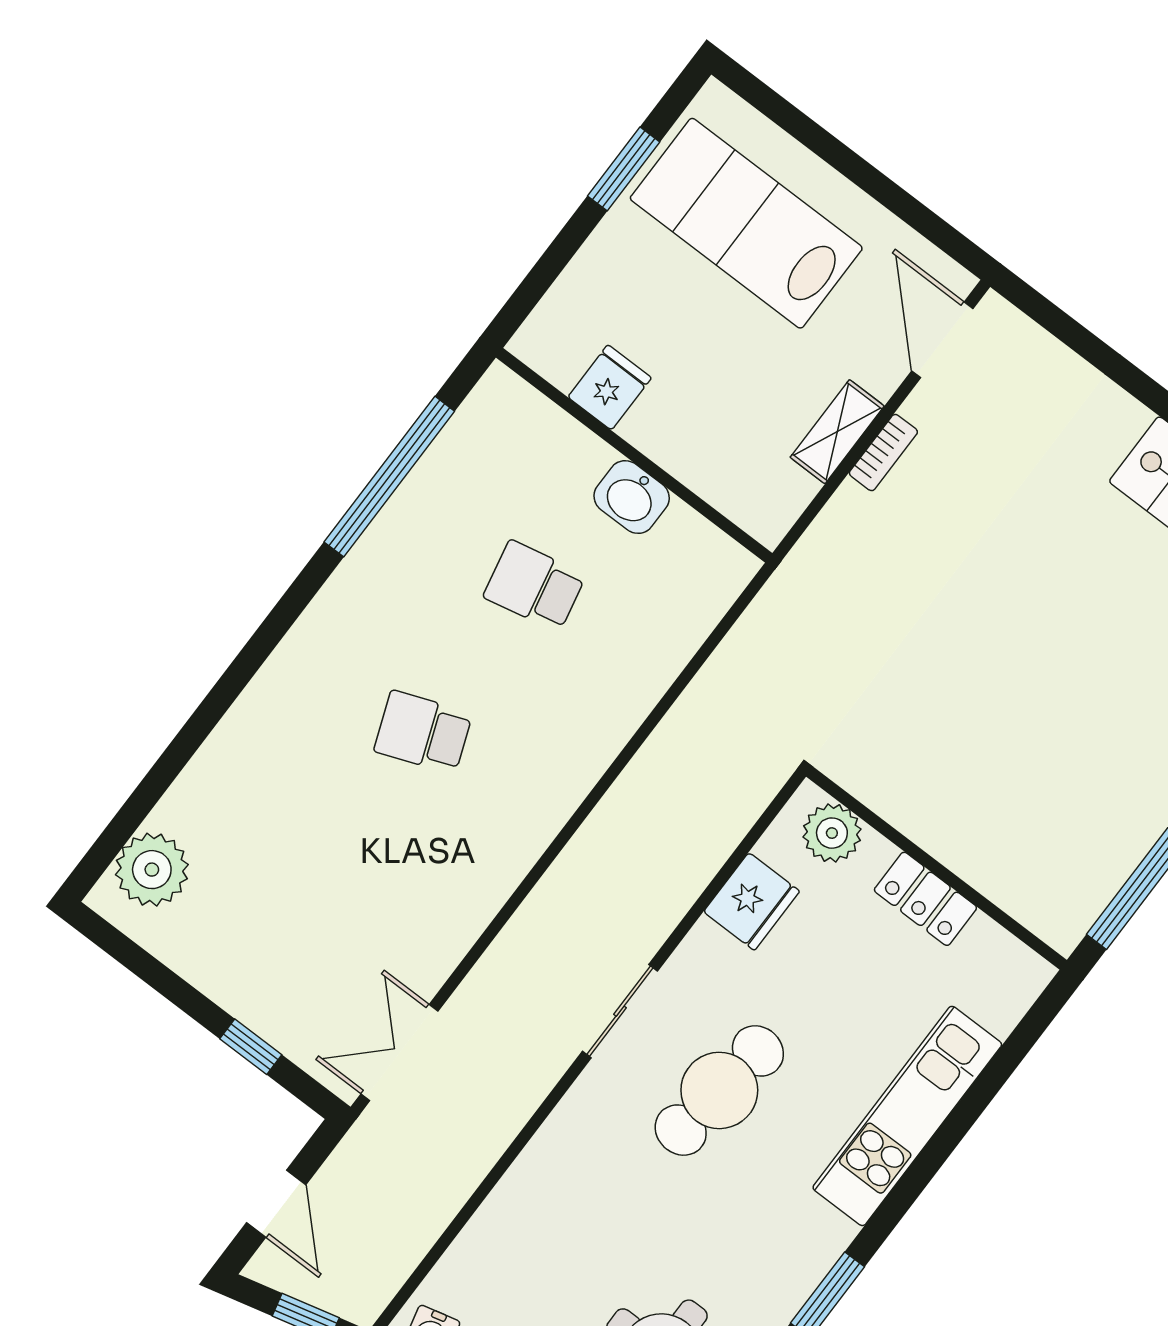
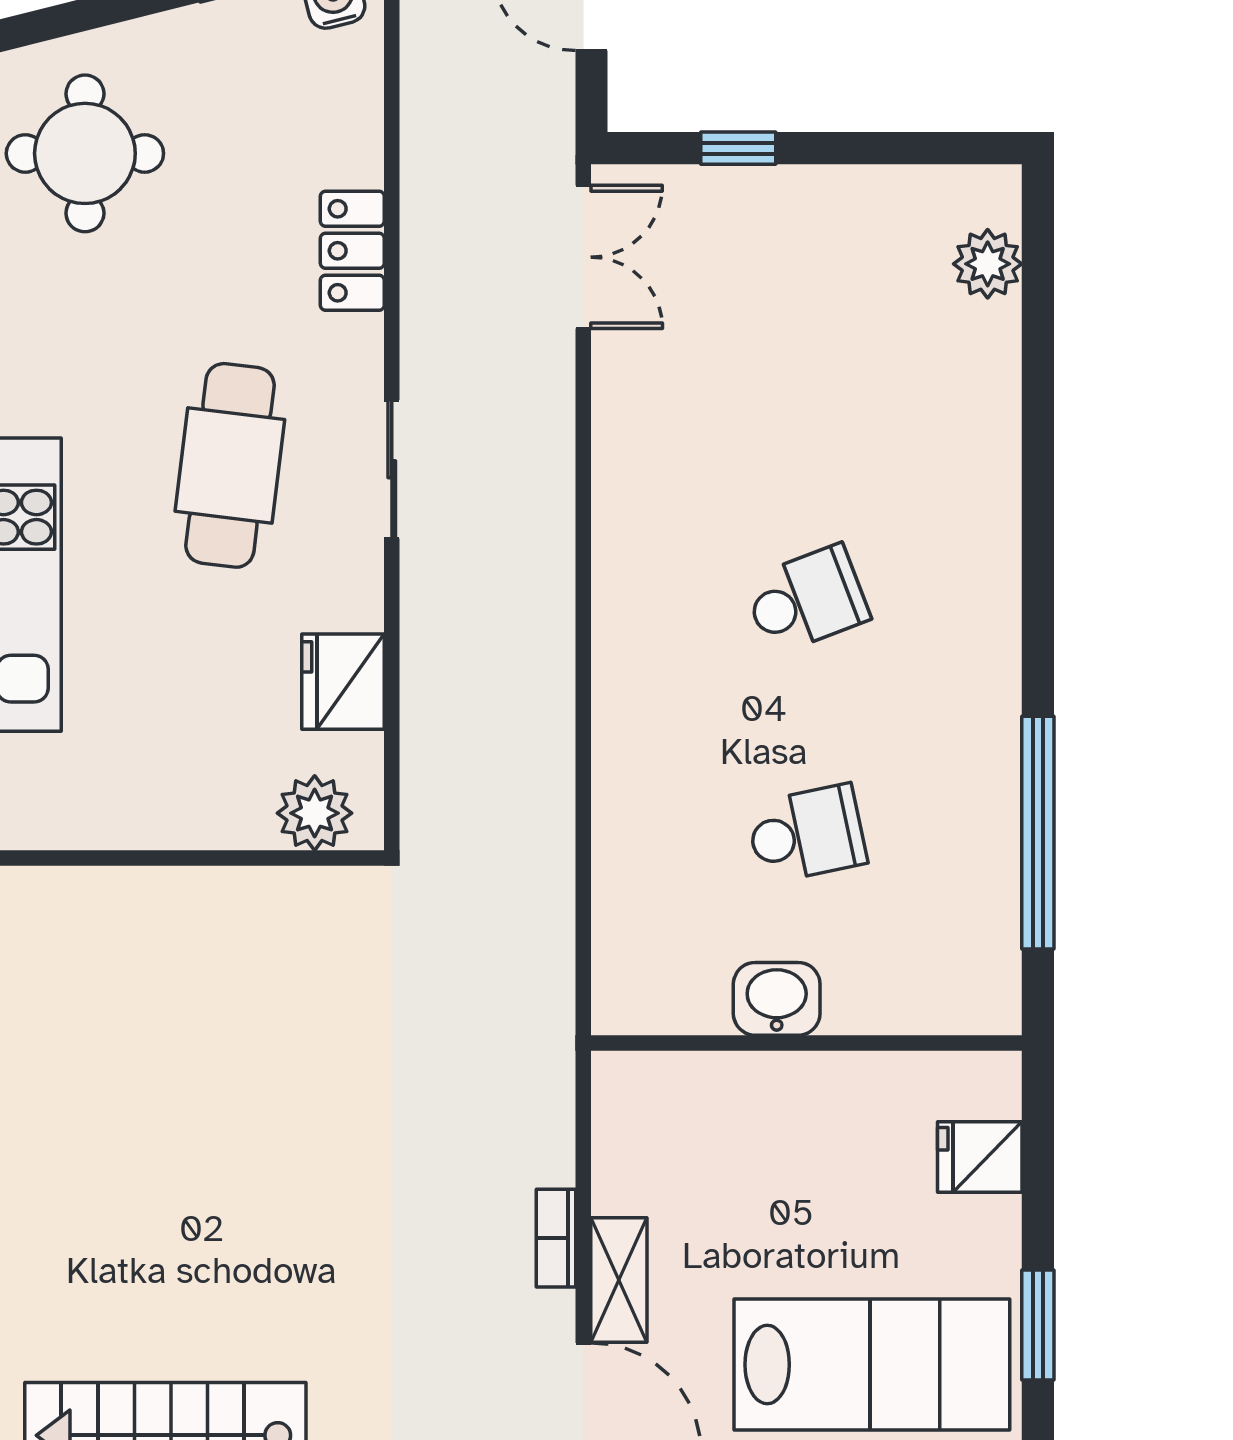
fridge: (610, 387) -> (980, 1157), moved, turned 90
shelving: (837, 432) -> (619, 1280), moved
plant: (152, 870) -> (988, 264), width x0.73, depth x0.73
locker: (925, 899) -> (352, 251), moved, turned -90

